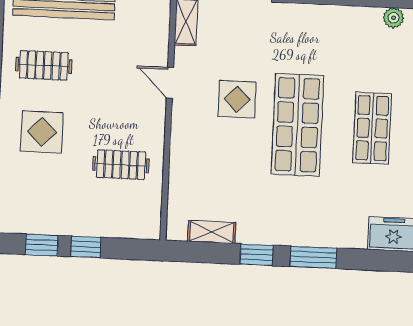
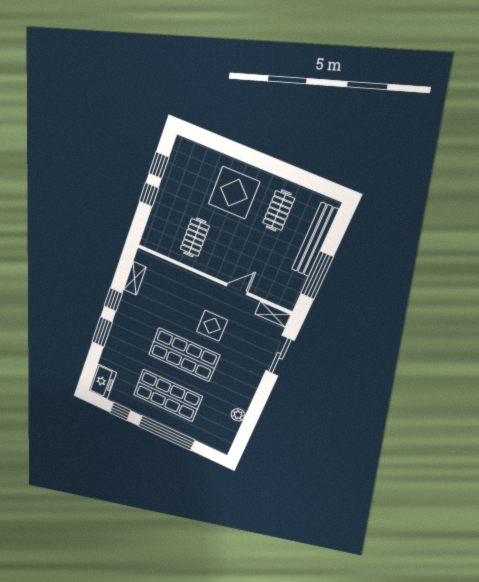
plant: (394, 18) -> (238, 415), moved
shop shelf: (372, 128) -> (168, 395), width x1.43, depth x1.36
display table: (42, 132) -> (234, 193), width x1.36, depth x1.36

